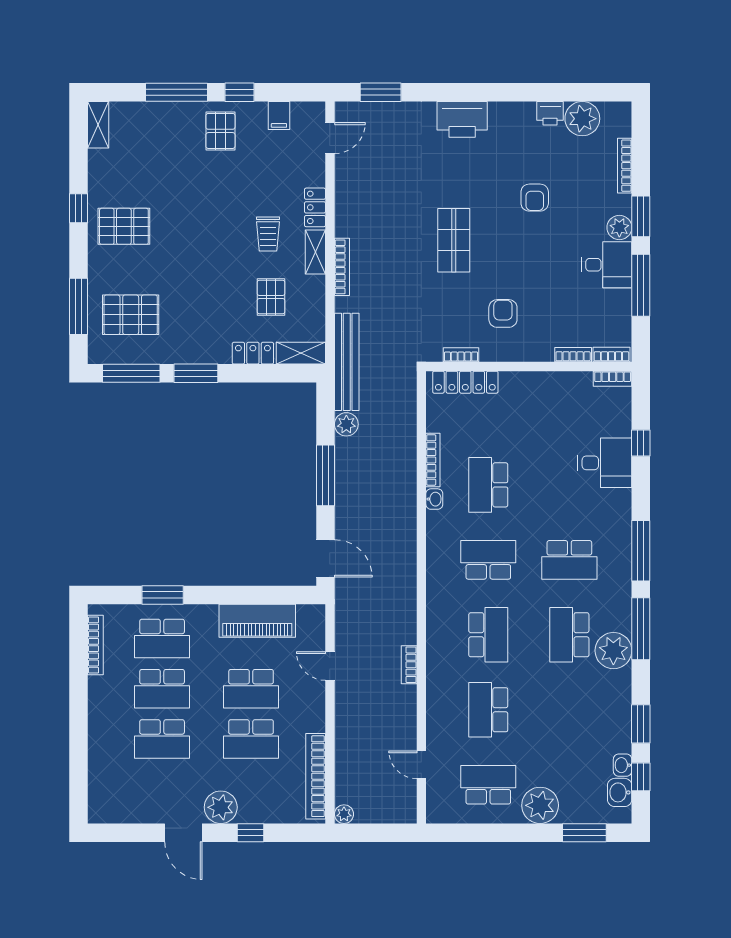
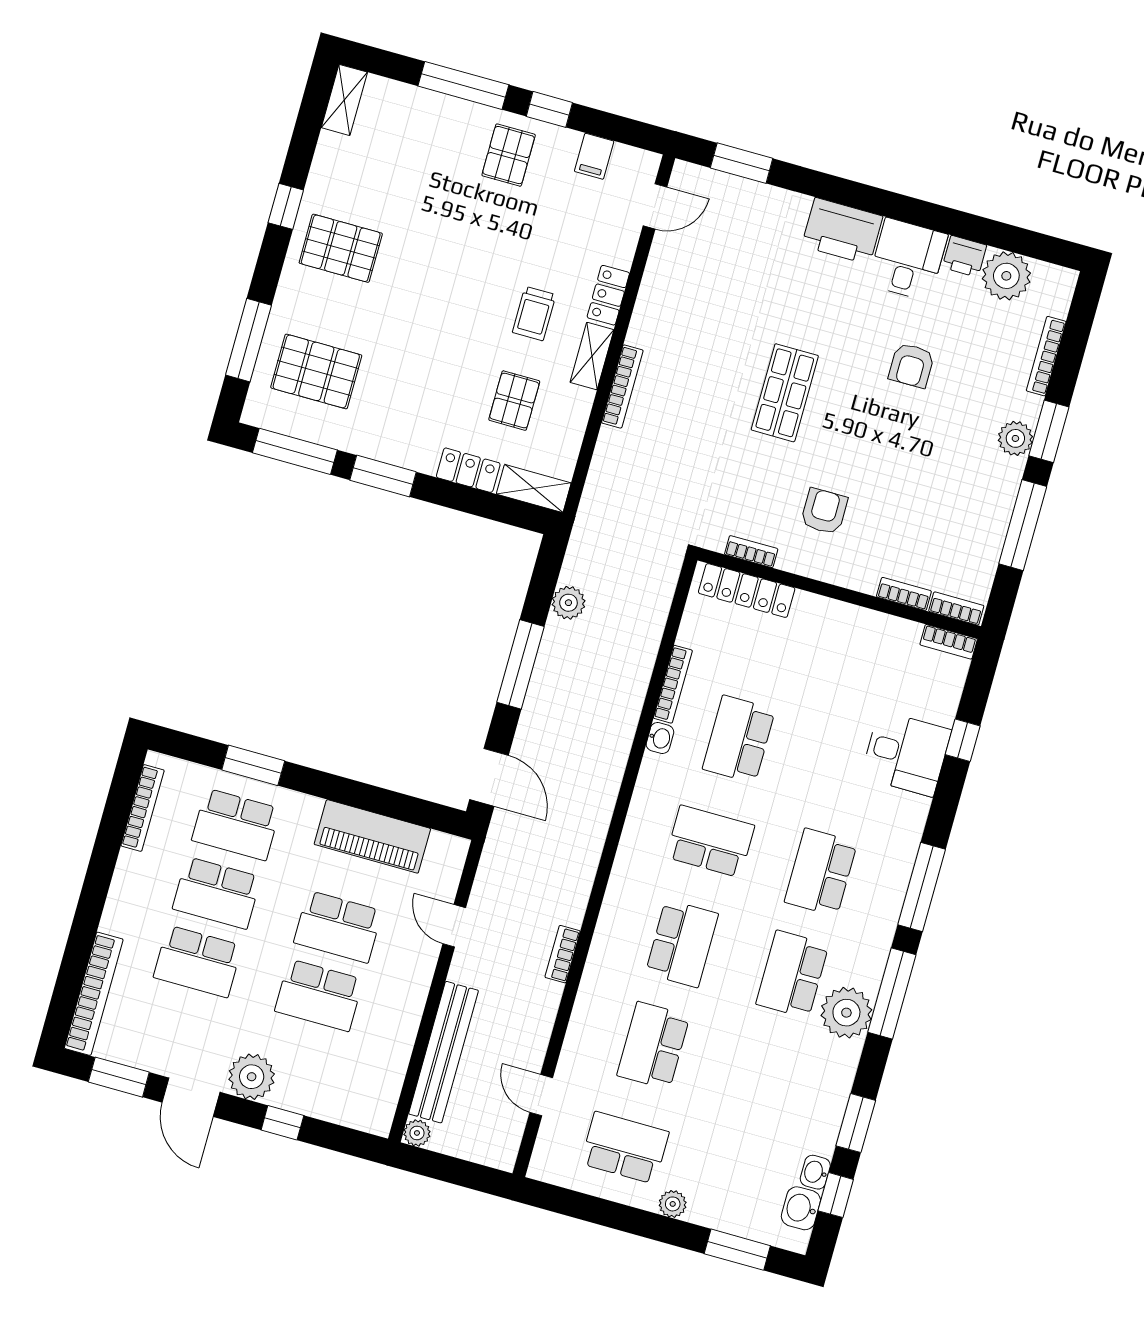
desk: (607, 265) -> (908, 259), moved, turned -90
bench: (347, 362) -> (443, 1052), moved
school desk: (569, 560) -> (821, 872), turned 90
bookcase: (316, 776) -> (94, 994), moved, turned 180
plant: (540, 805) -> (673, 1204), width x0.53, depth x0.53
window: (130, 833) -> (119, 1077), added

